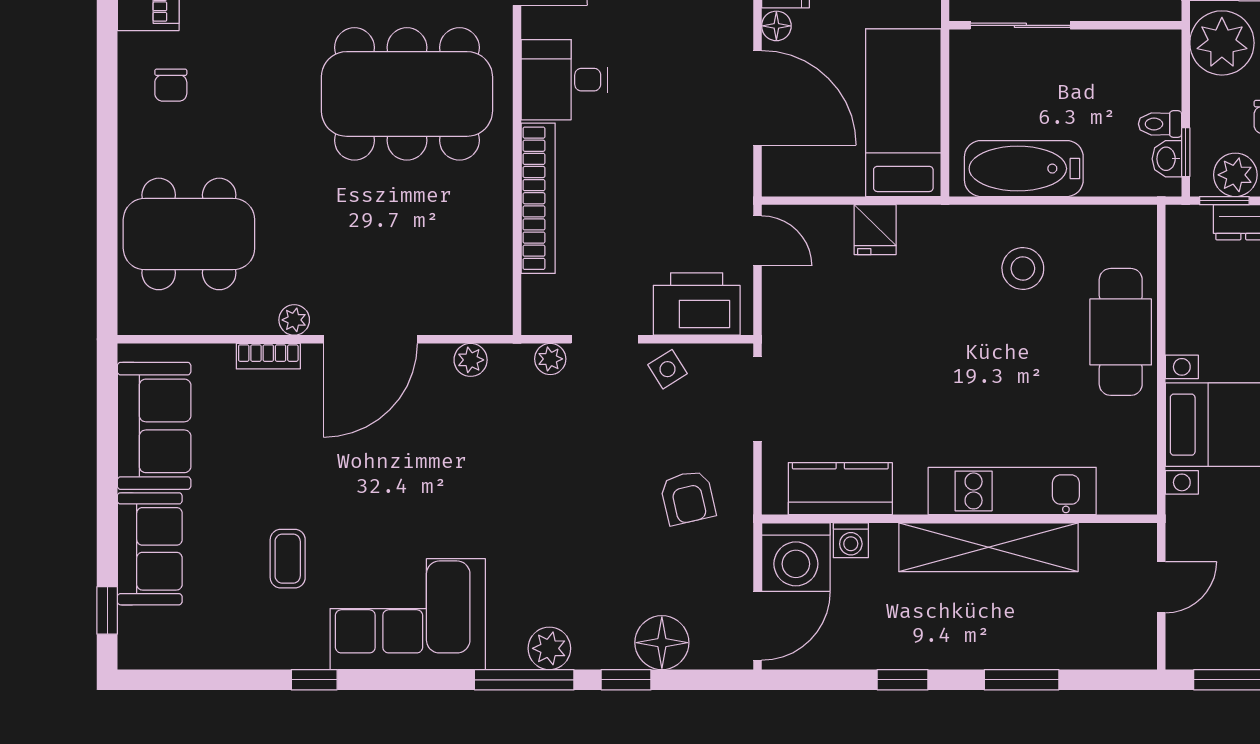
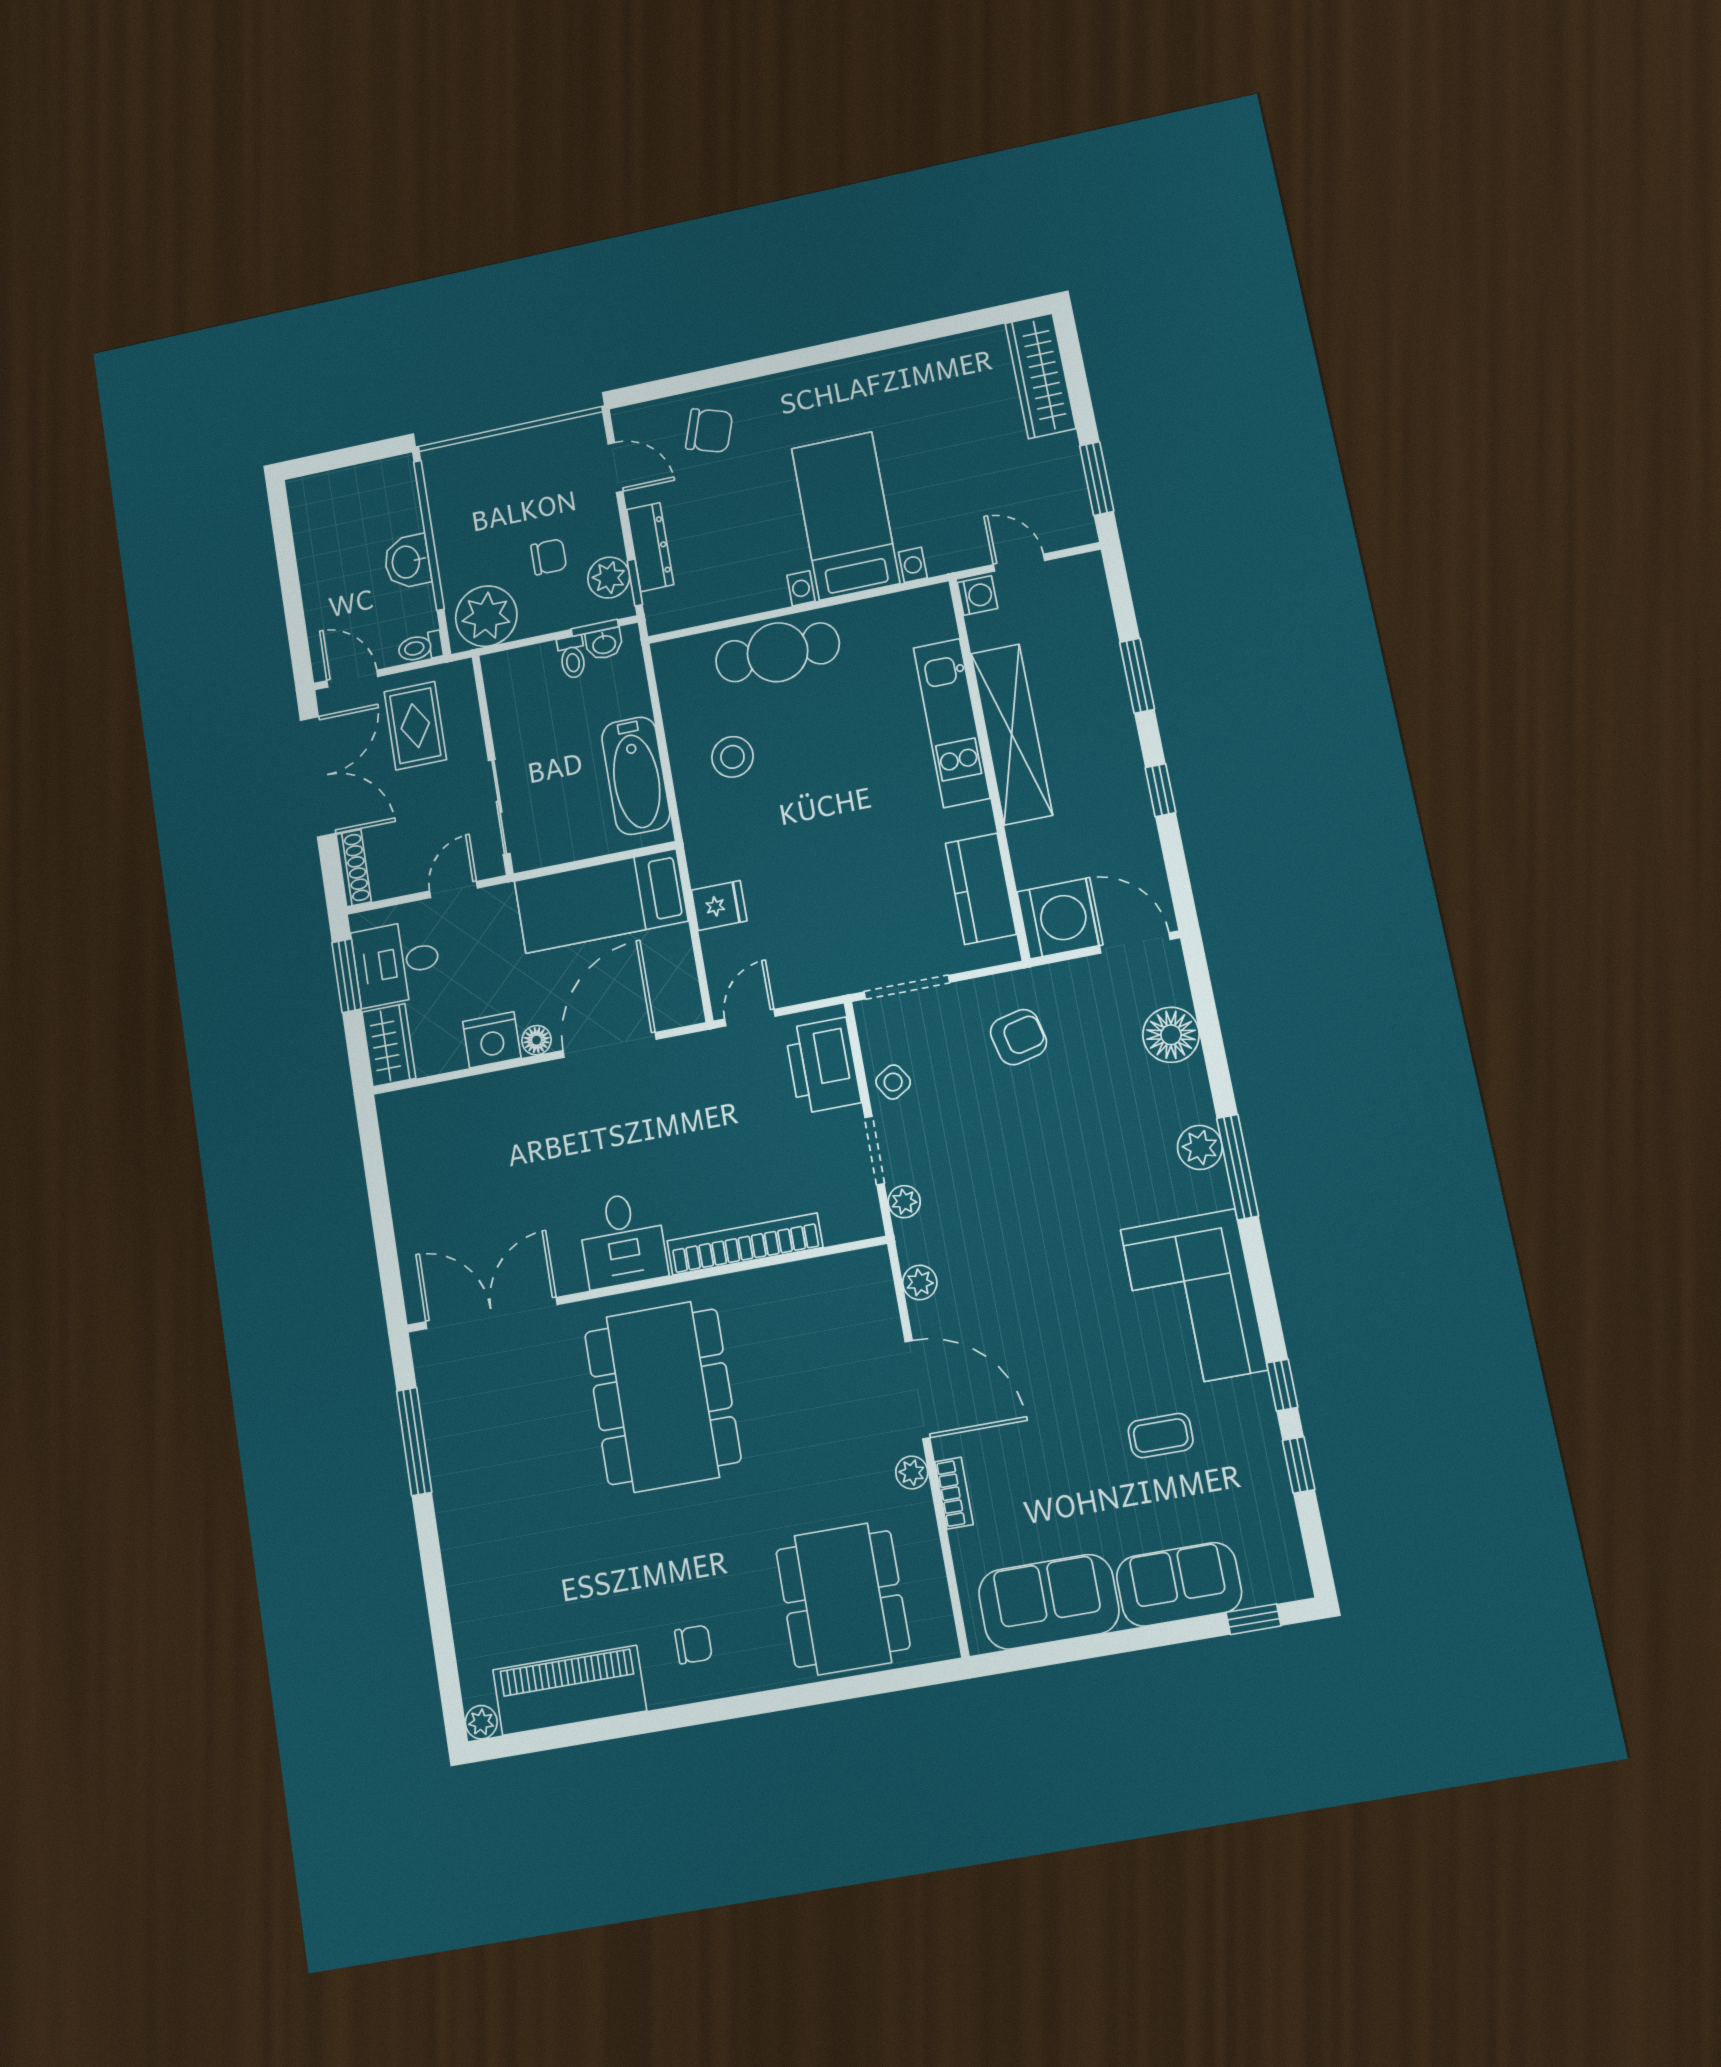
washing machine: (851, 540) -> (977, 595), moved
window: (626, 680) -> (1299, 1465), moved

